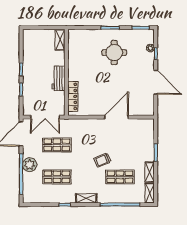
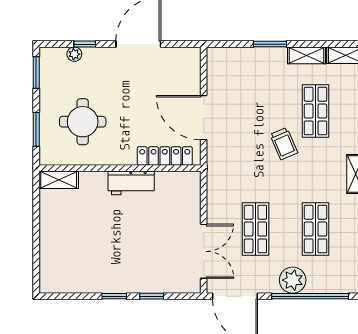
shelving: (60, 40) -> (59, 180), moved
wall: (66, 72) -> (120, 168), moved
workbench: (58, 78) -> (131, 183), moved
locker: (73, 96) -> (165, 156), moved

